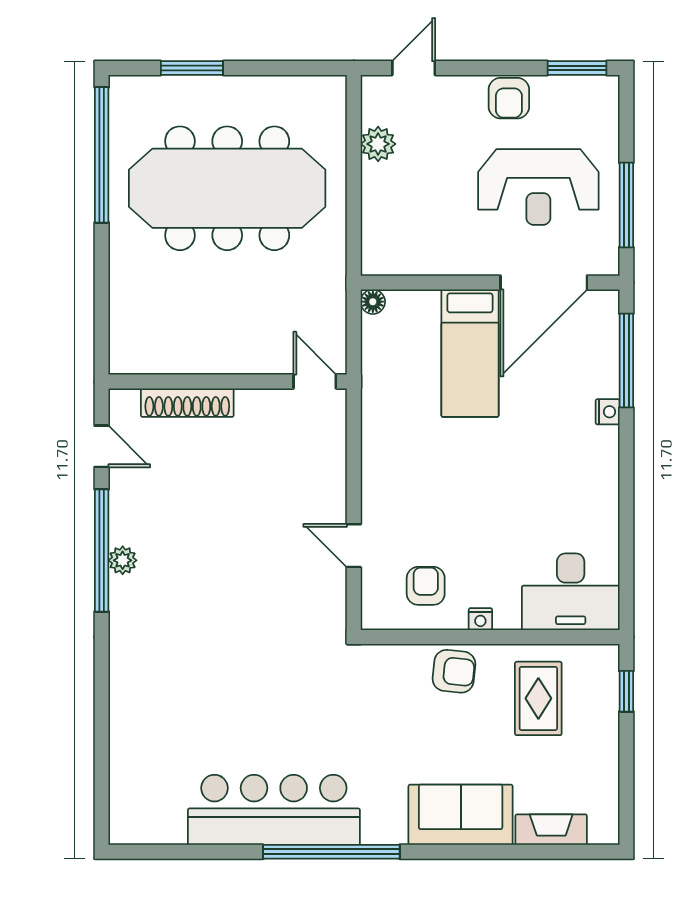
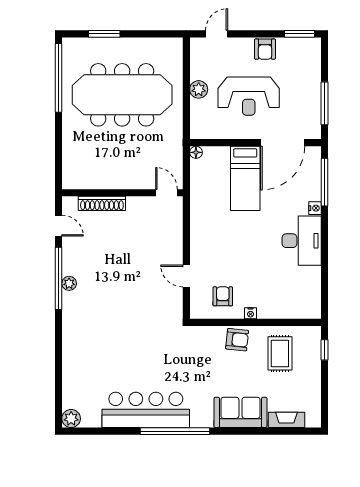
plant: (378, 144) -> (199, 89), moved
reception desk: (538, 187) -> (249, 96), moved
desk: (571, 592) -> (302, 241), moved, turned -90
plant: (126, 827) -> (71, 419), added

